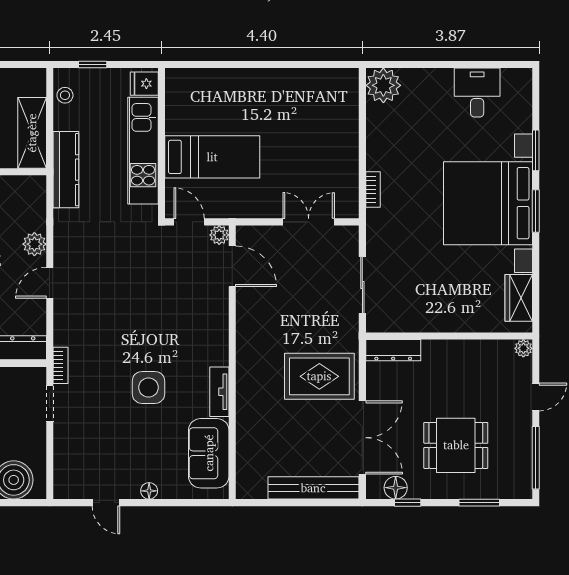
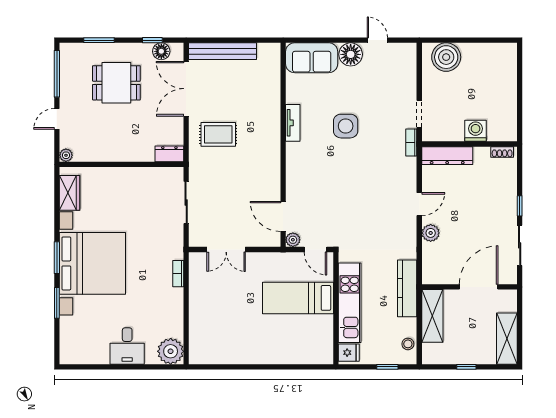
desk: (477, 93) -> (127, 346), moved
dresser: (393, 350) -> (169, 154), width x0.70
rug: (319, 376) -> (218, 134), width x0.73, depth x0.70
sofa: (209, 453) -> (312, 58), moved, turned 90
floor lamp: (149, 491) -> (351, 54), width x1.89, depth x1.89

